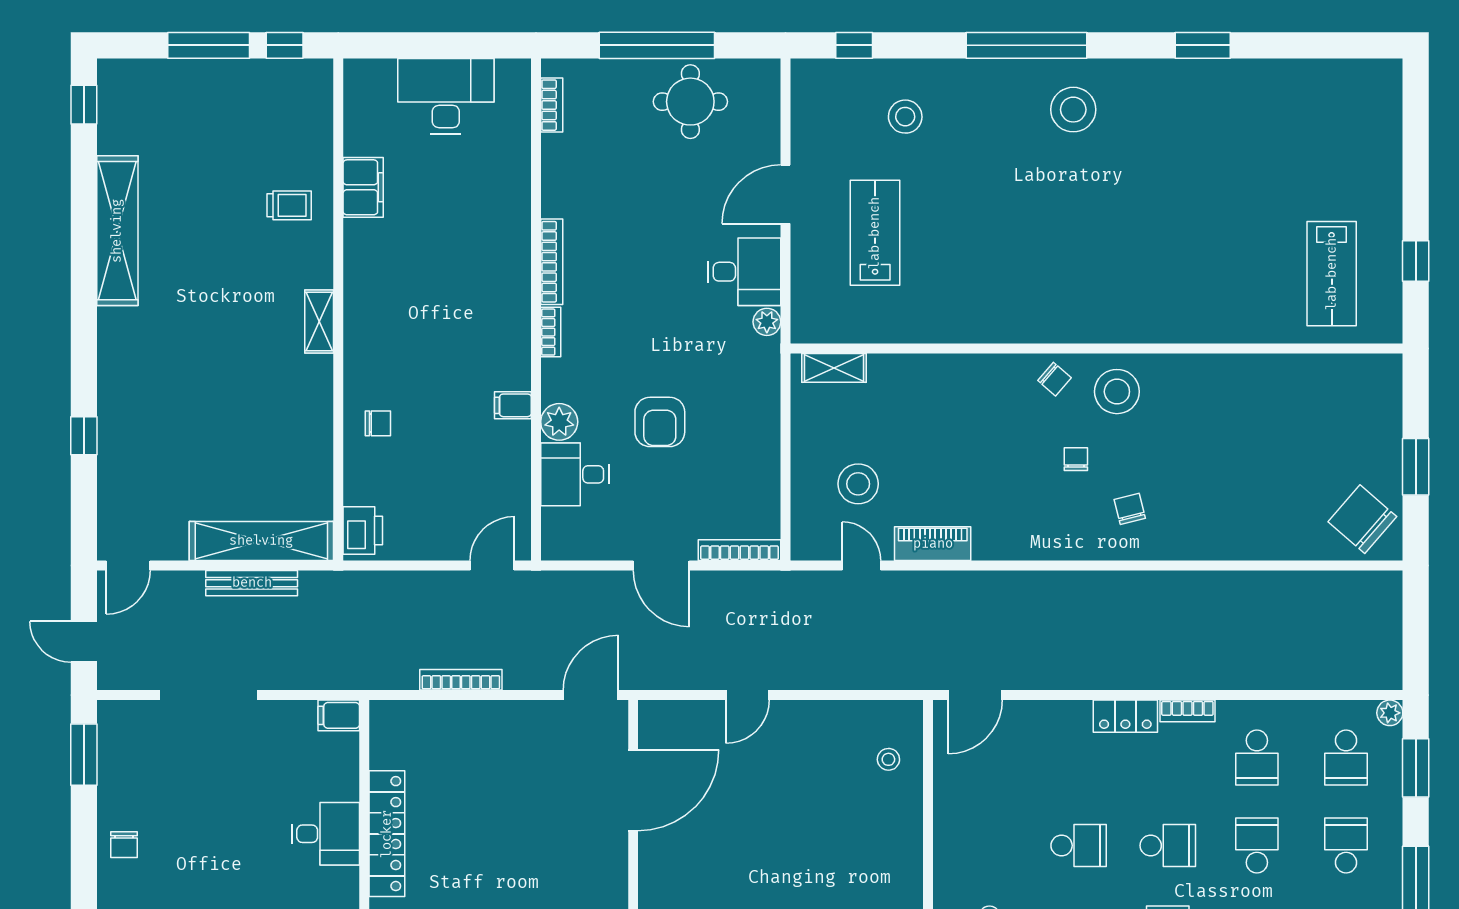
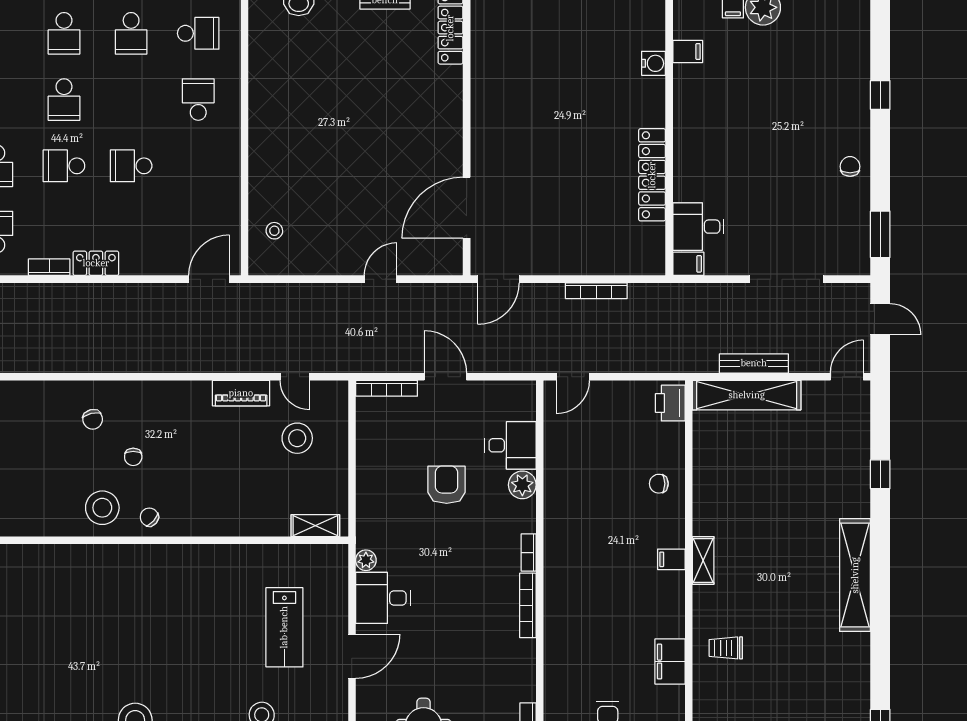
shelving: (117, 231) -> (855, 575), moved
filing cabinet: (513, 405) -> (671, 559), moved, turned 180
desk: (325, 834) -> (698, 227), moved

